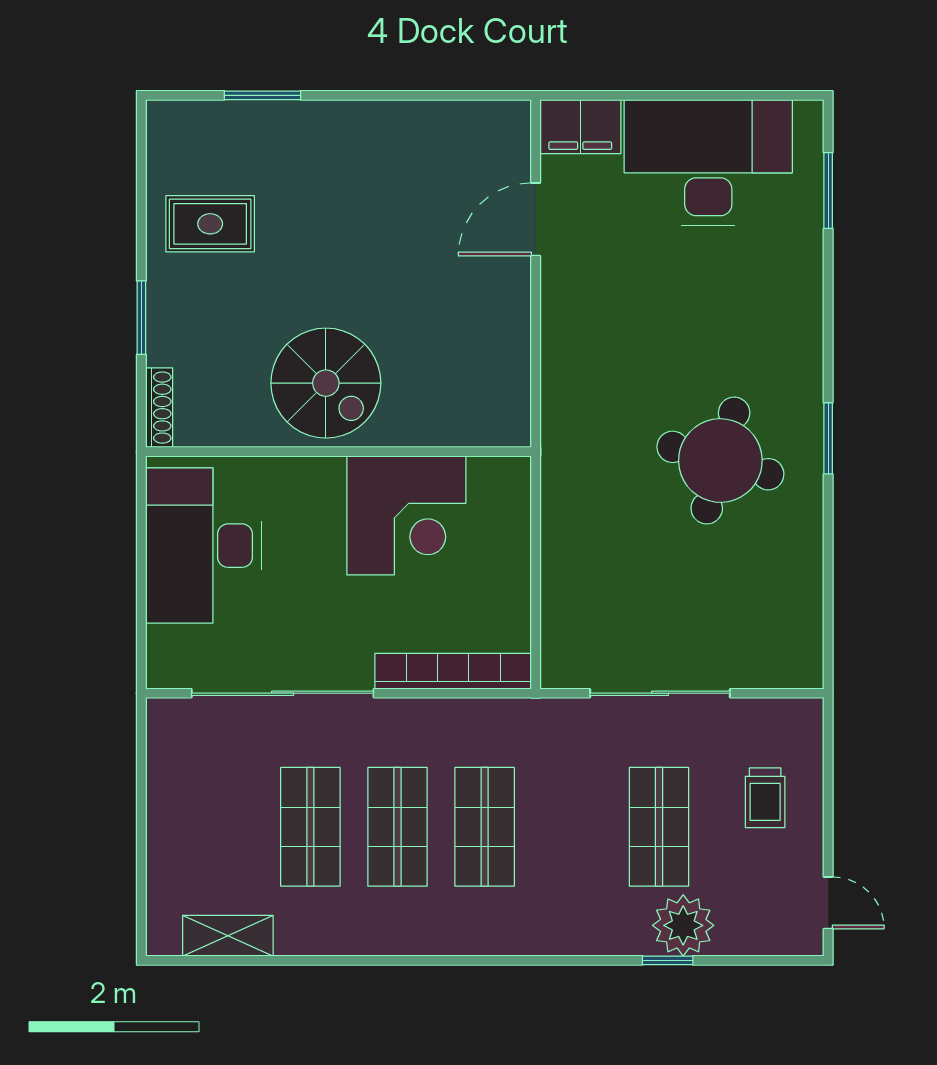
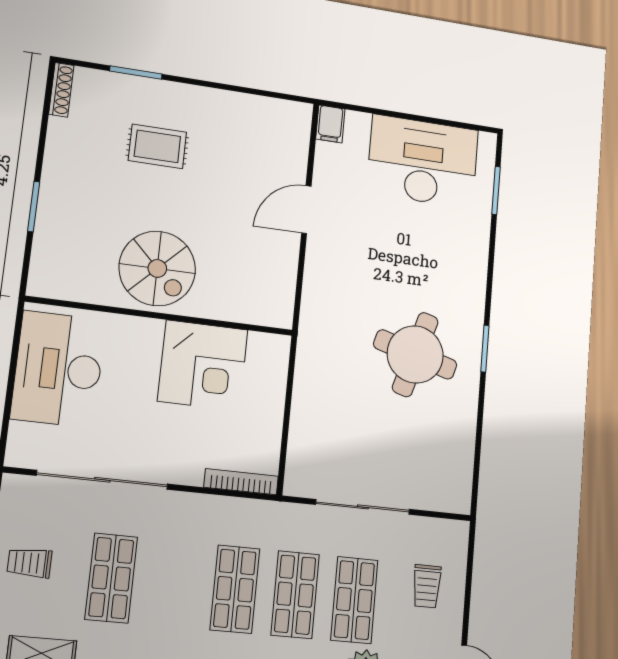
filing cabinet: (580, 127) -> (330, 124), width x0.50
door: (536, 219) -> (306, 210), moved
rug: (210, 224) -> (157, 146), moved
shoe rack: (159, 408) -> (61, 90), moved
bookcase: (453, 671) -> (241, 482), width x0.68, depth x0.76
trolley: (197, 816) -> (29, 563), added
shop shelf: (398, 827) -> (295, 595), moved

